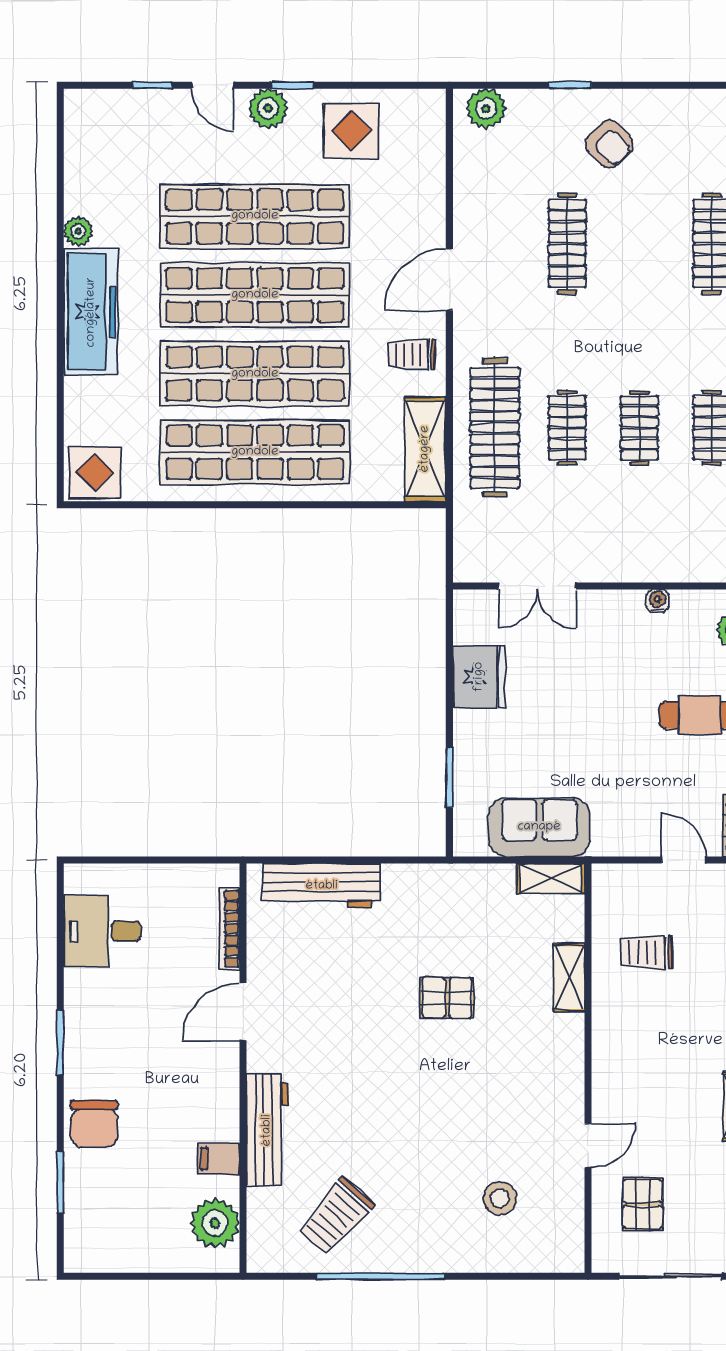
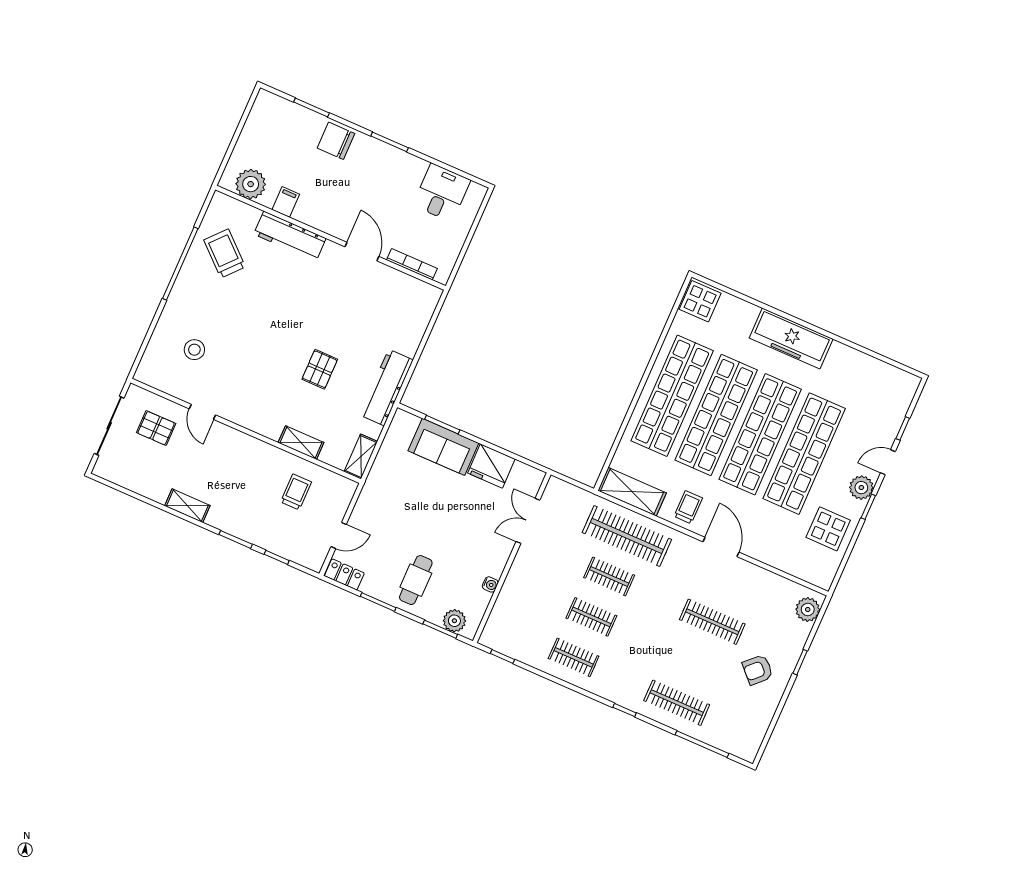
plant: (78, 231) -> (839, 351), removed
sofa: (539, 827) -> (443, 447), moved, turned 90
workbench: (322, 886) -> (386, 388), moved

